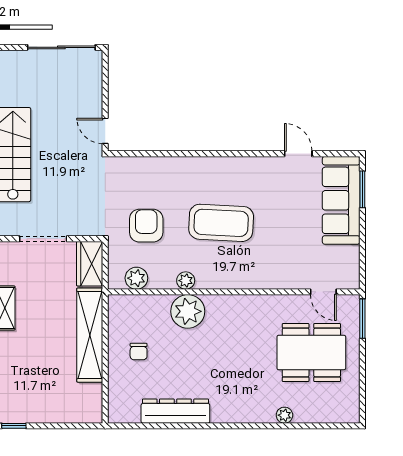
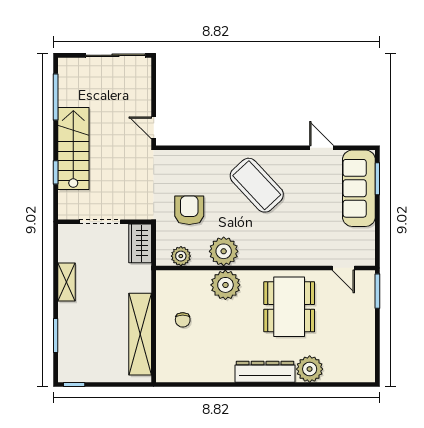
coffee table: (221, 223) -> (257, 185), moved, turned 44
plant: (186, 281) -> (224, 251), width x1.88, depth x1.88
shelving: (90, 335) -> (140, 334), moved
dining table: (311, 353) -> (289, 307), moved, turned 90
dresser: (175, 411) -> (265, 372), moved
plant: (284, 415) -> (310, 369), width x1.88, depth x1.88

